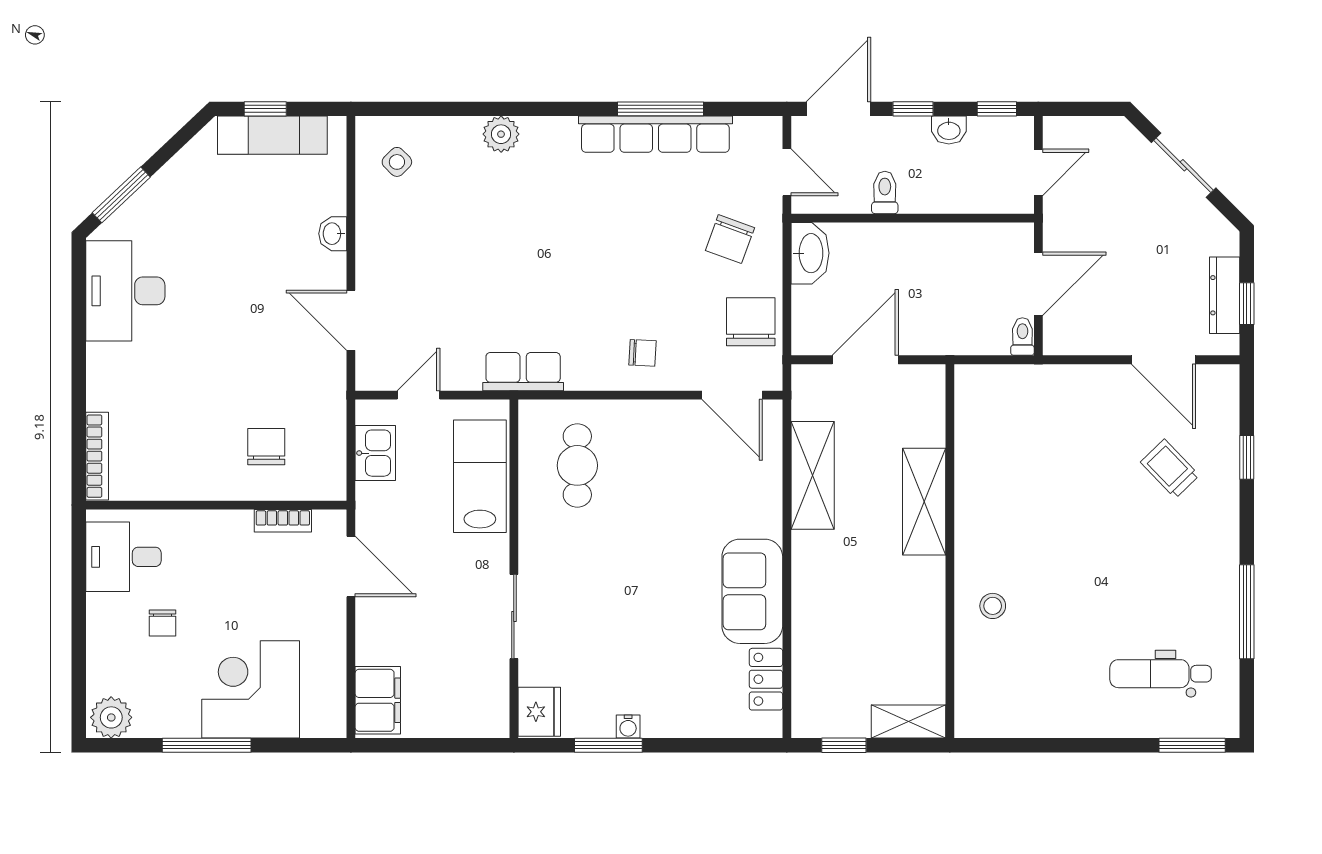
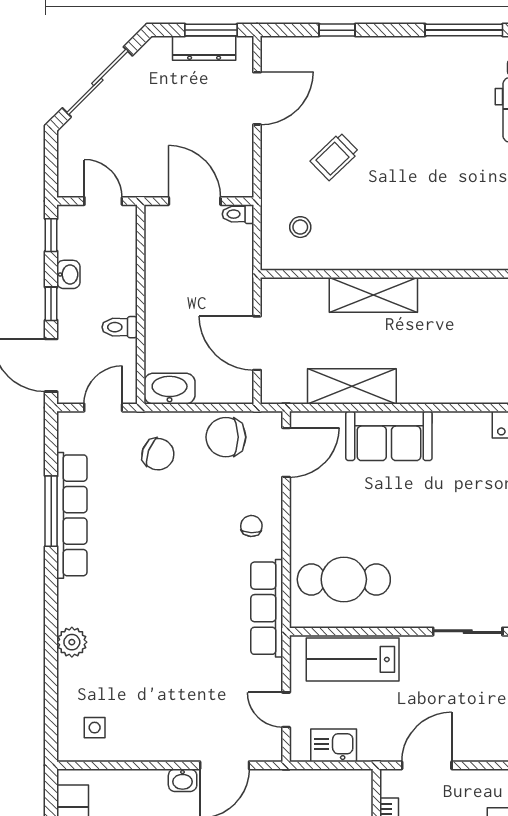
side table: (397, 162) -> (95, 728), turned 45
sliding door: (1184, 165) -> (97, 82), width x1.37
washbasin: (333, 234) -> (183, 780), moved
window: (1247, 304) -> (211, 30), width x1.50
row of seats: (523, 372) -> (267, 608), width x1.48
cafe table: (577, 465) -> (344, 579), width x1.37, depth x1.35
trolley: (1170, 469) -> (335, 157), moved
sofa: (752, 591) -> (389, 436), moved
stool: (993, 606) -> (300, 227), moved

